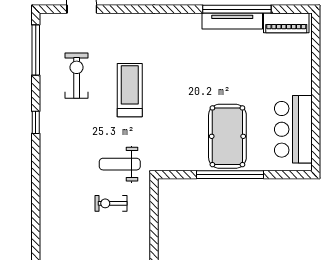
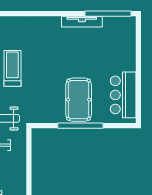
window: (237, 9) -> (108, 14), moved
piano: (286, 23) -> (118, 23), removed

